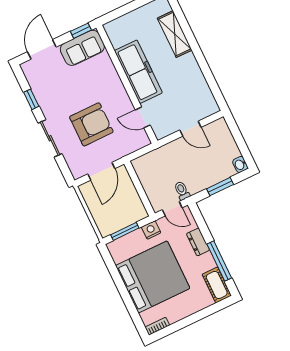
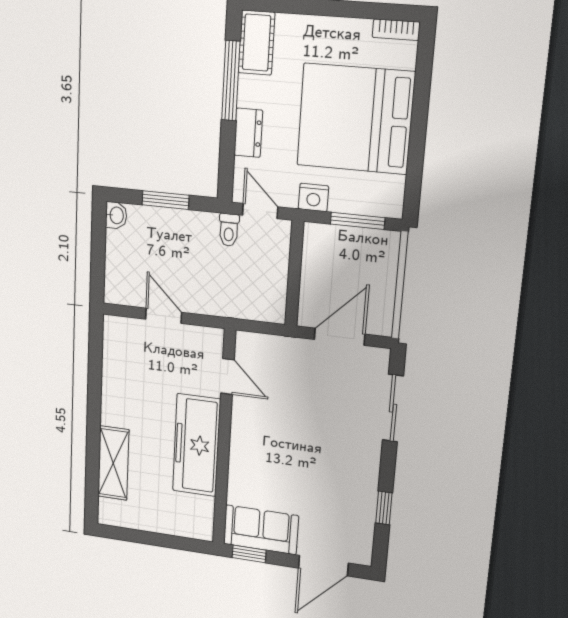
armchair: (91, 124) -> (313, 415), removed
sliding door: (50, 138) -> (393, 408), moved

